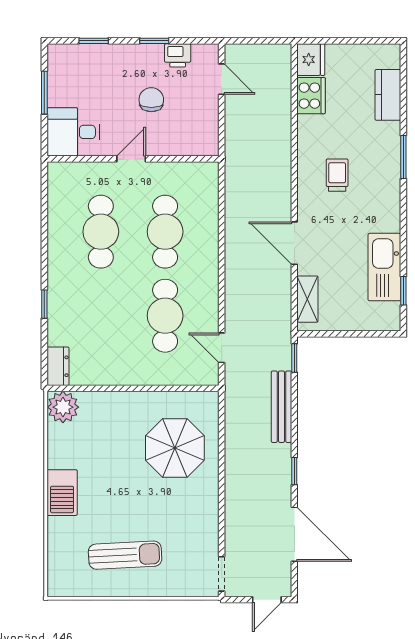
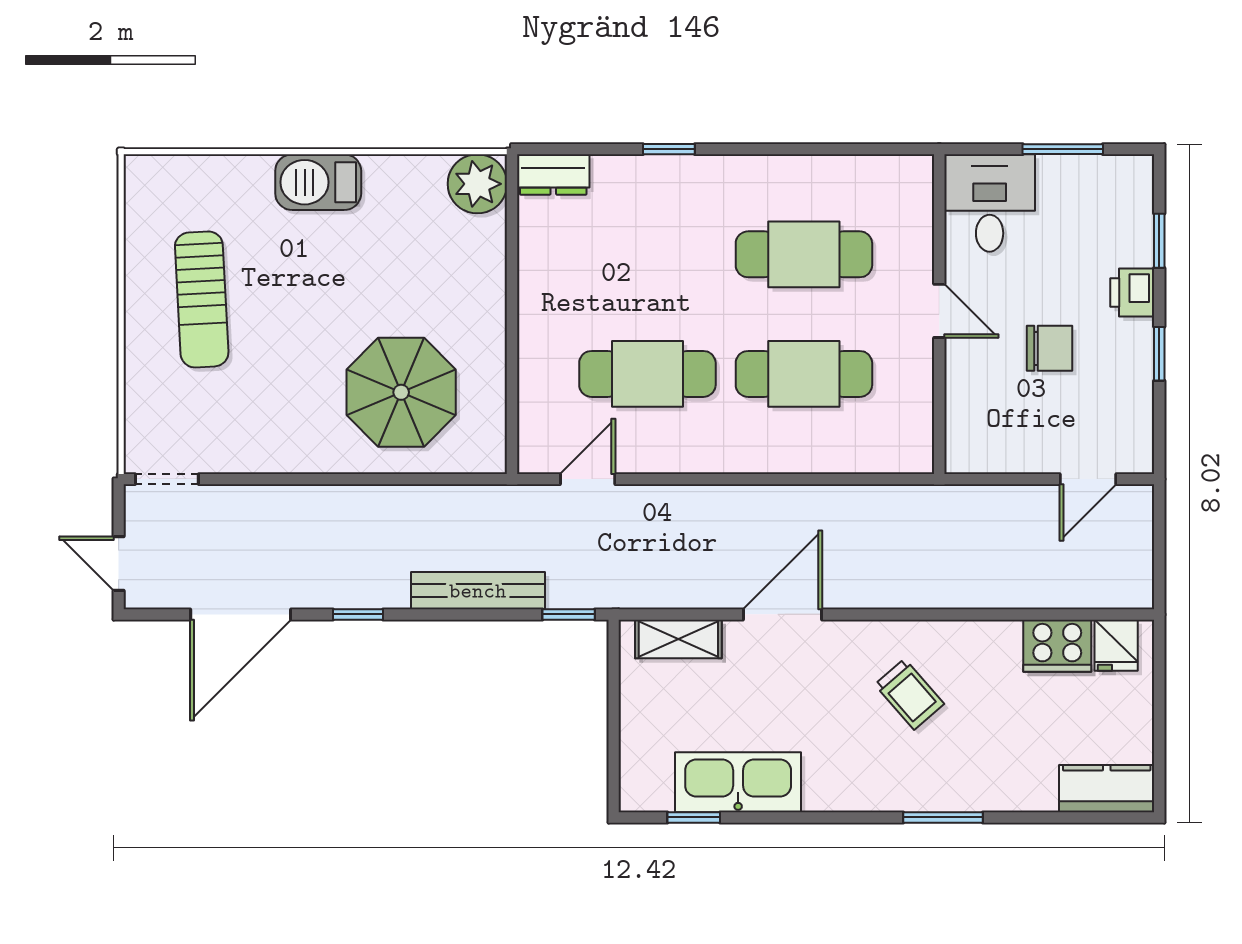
printer: (178, 55) -> (1132, 293), moved
fridge: (311, 60) -> (1116, 645), width x0.72
kitchen counter: (388, 95) -> (1107, 789), moved
trolley: (337, 175) -> (909, 694), turned 49

